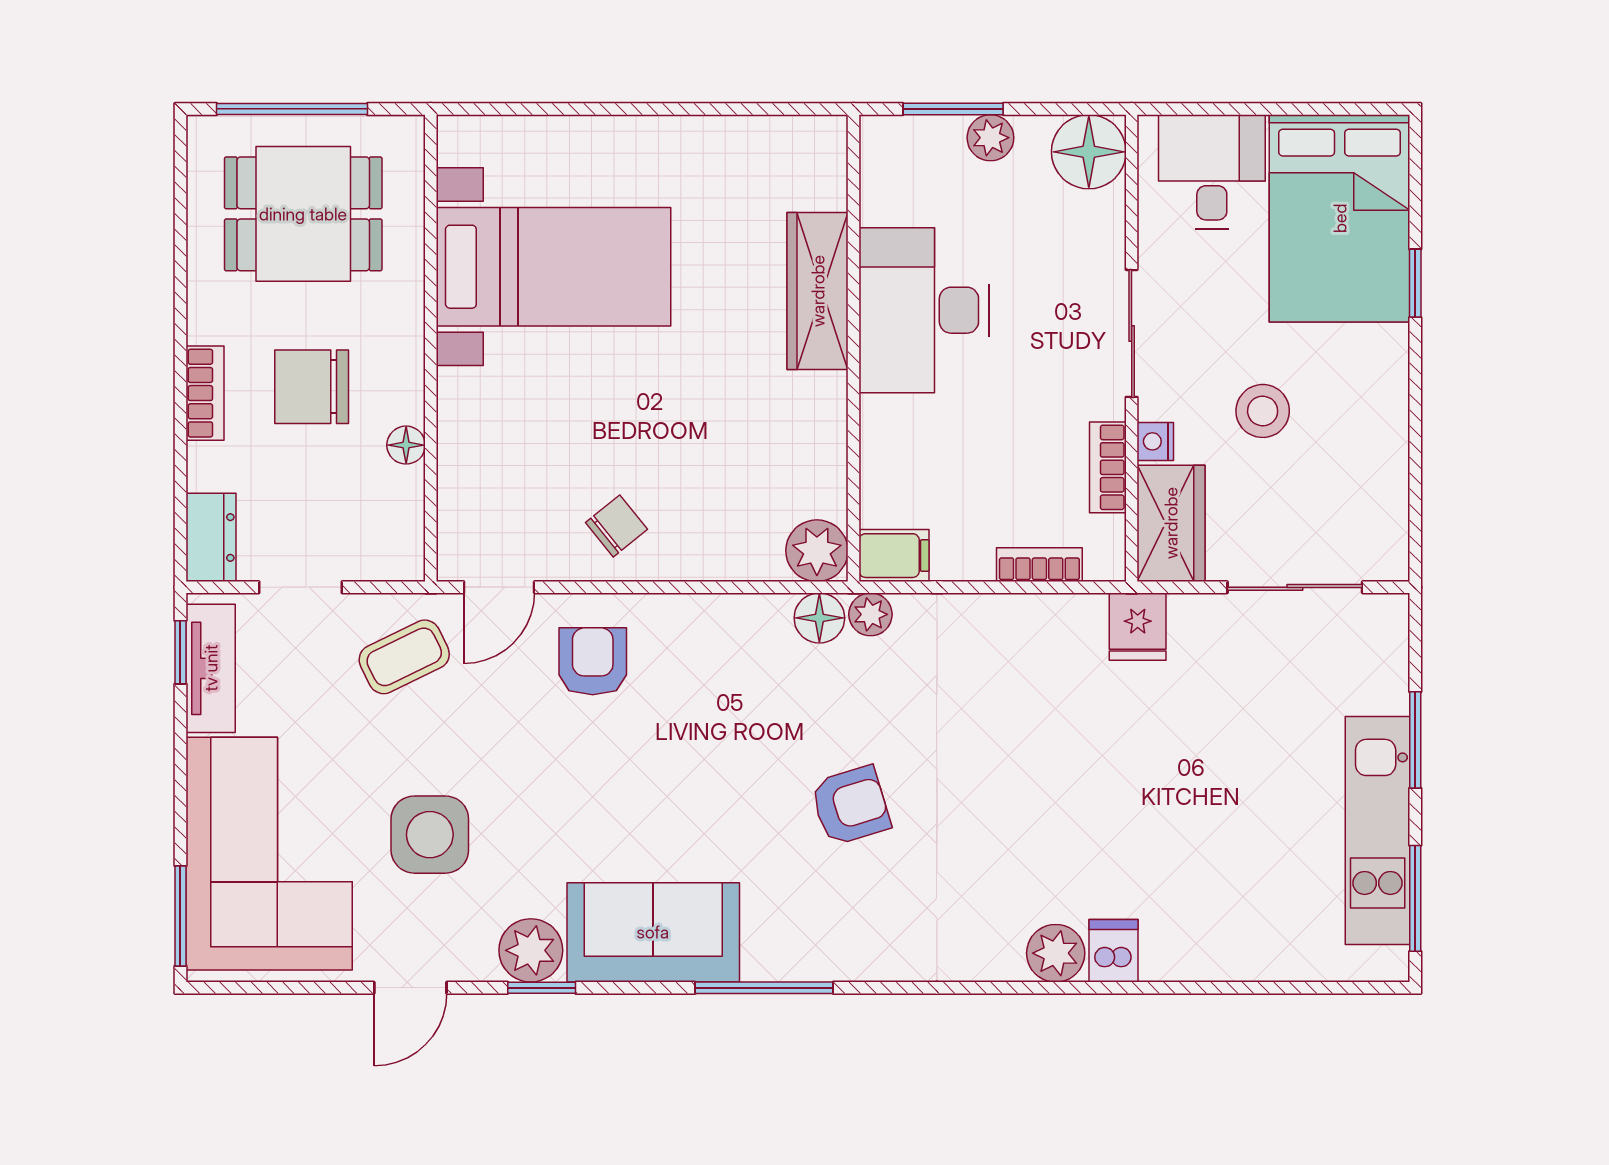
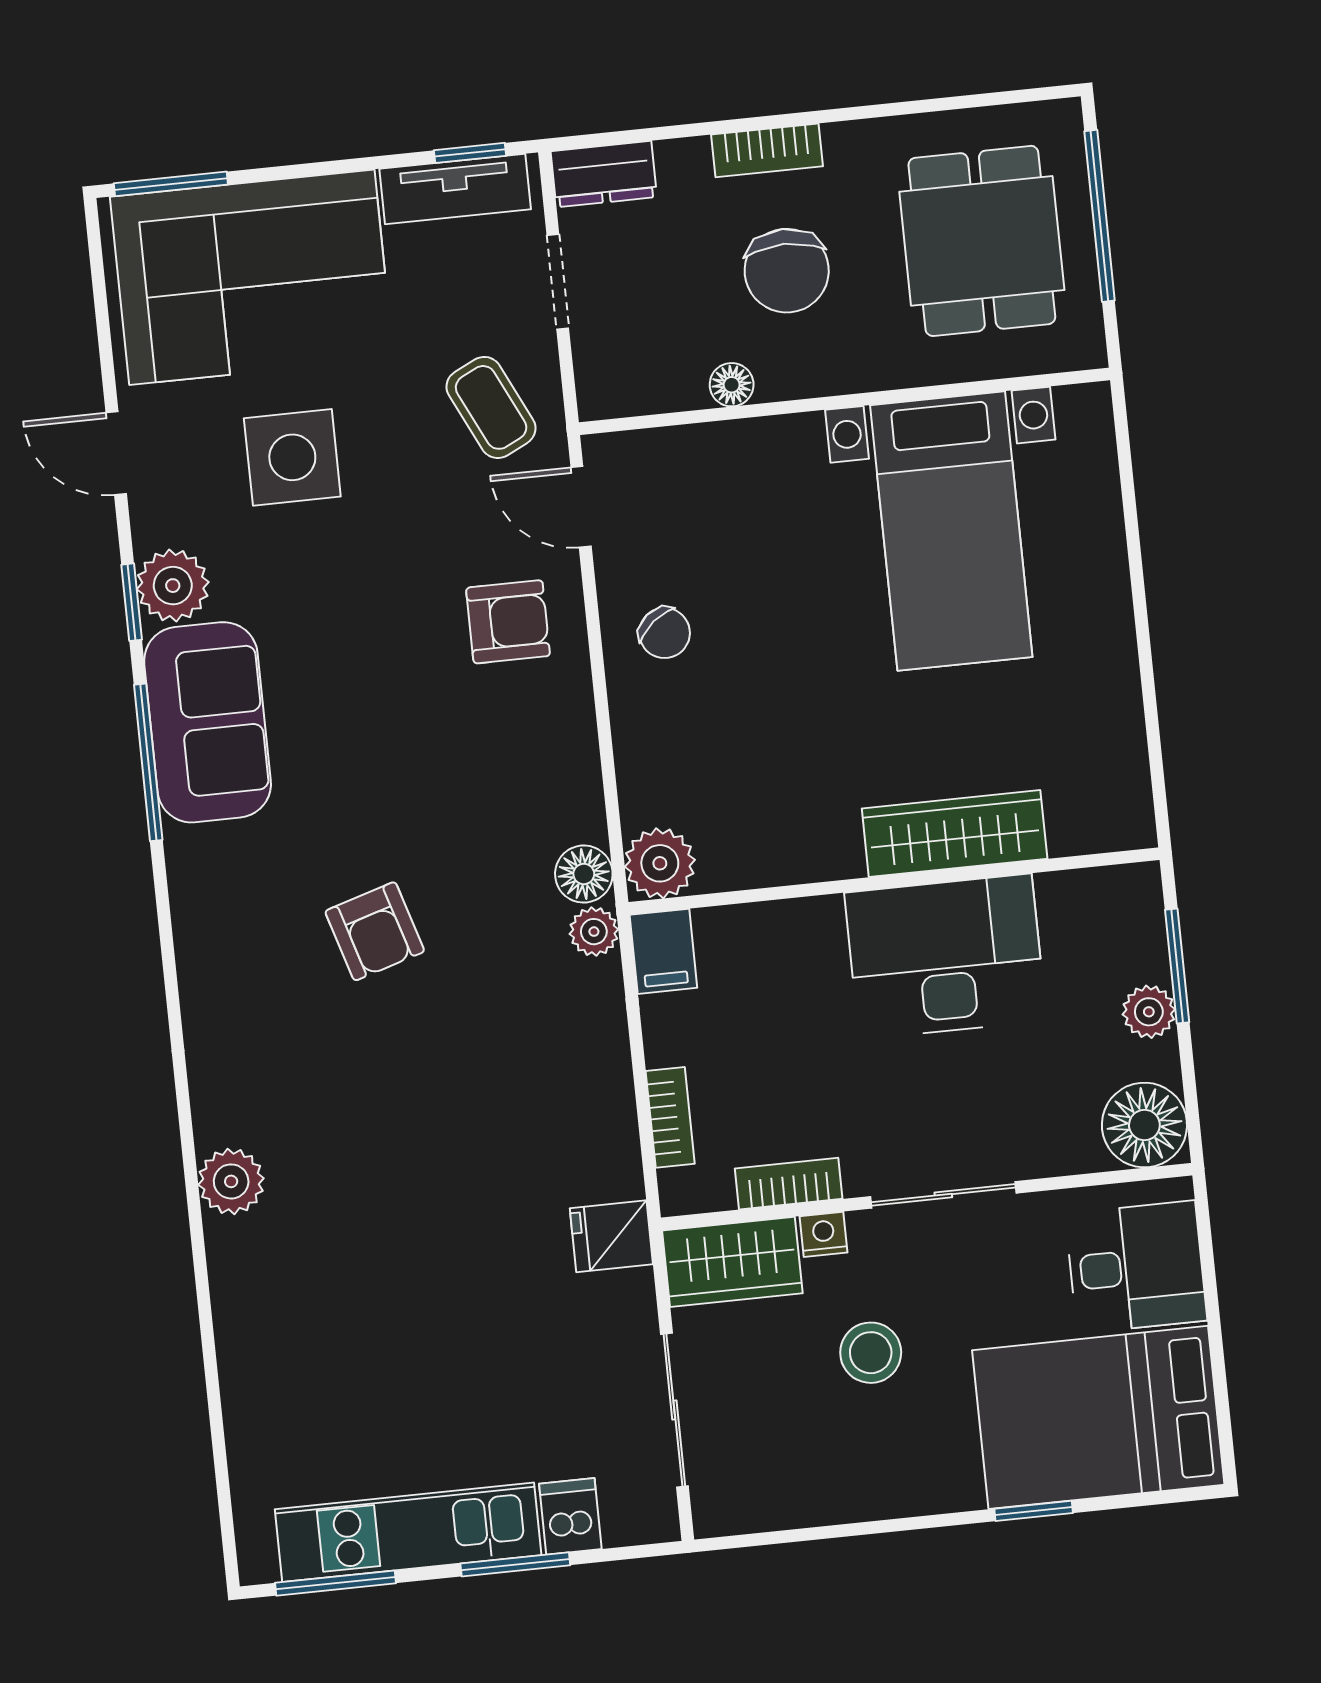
chair: (312, 387) -> (787, 271), turned 180
dishwasher: (1113, 951) -> (570, 1516), moved, turned -90
window: (764, 988) -> (148, 762), moved

